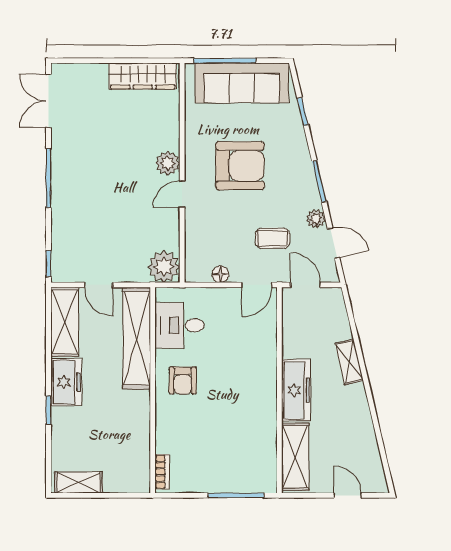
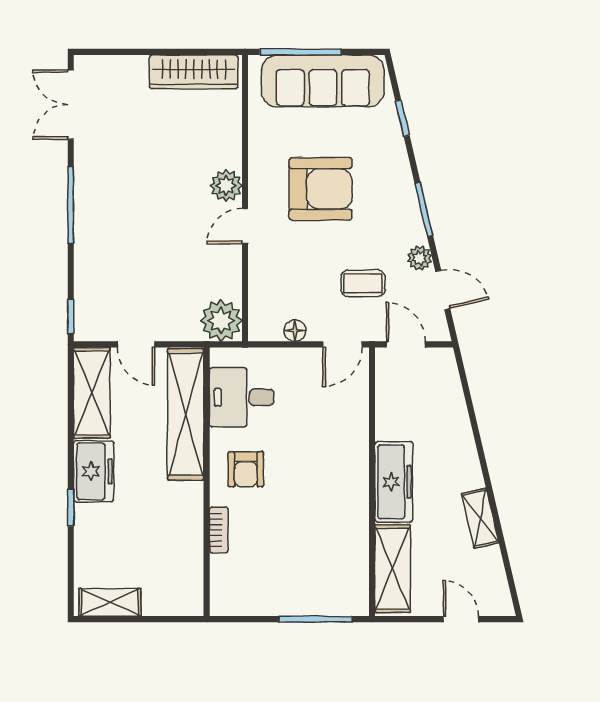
shelving: (349, 362) -> (480, 518), moved
bookcase: (162, 472) -> (219, 530), moved

